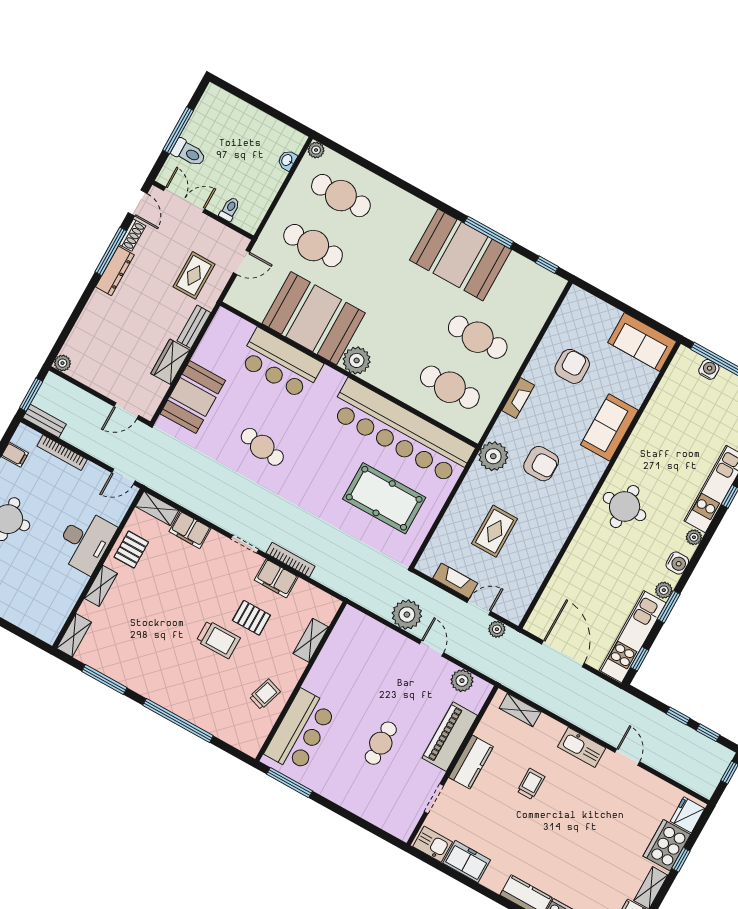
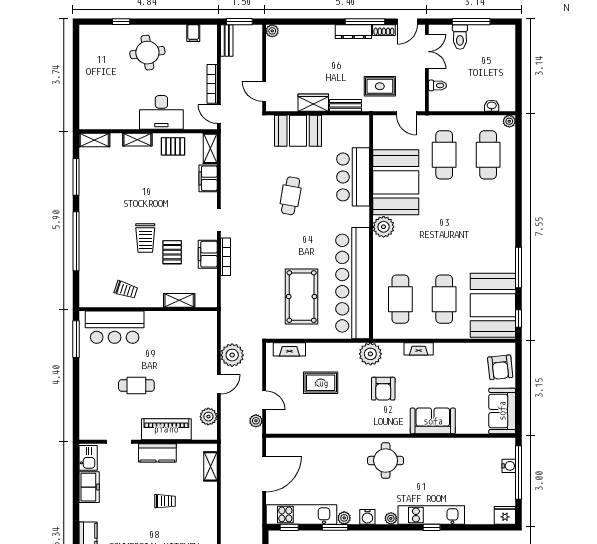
booth: (460, 255) -> (493, 305), moved
armchair: (572, 366) -> (500, 367), moved, turned 84
bookcase: (62, 453) -> (212, 84), moved
fireplace: (455, 581) -> (289, 349), moved, turned 90
kitchen sink: (582, 747) -> (208, 522), removed

